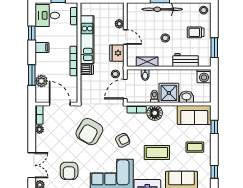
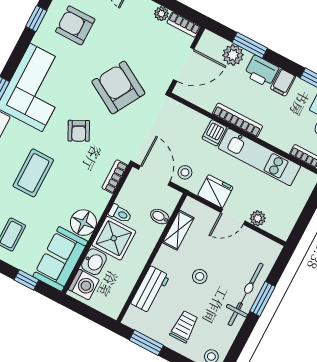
printer: (42, 62) -> (261, 71), added
washing machine: (204, 76) -> (84, 285), moved, turned 180
floor lamp: (155, 113) -> (83, 223), moved

